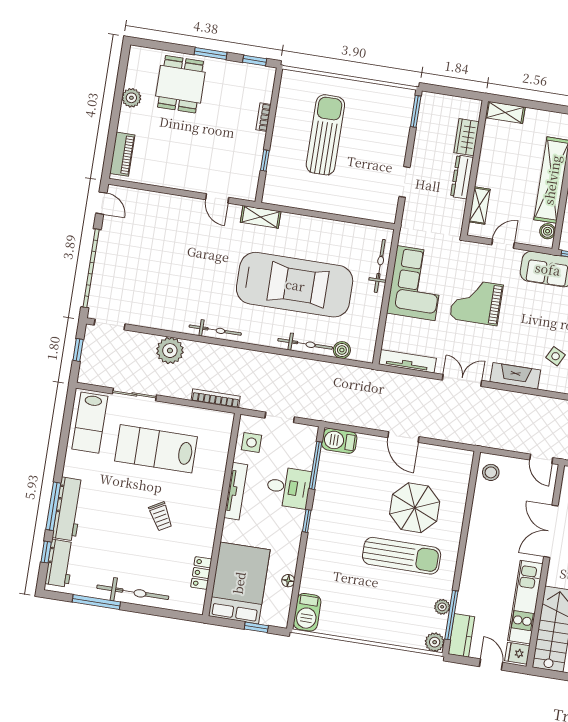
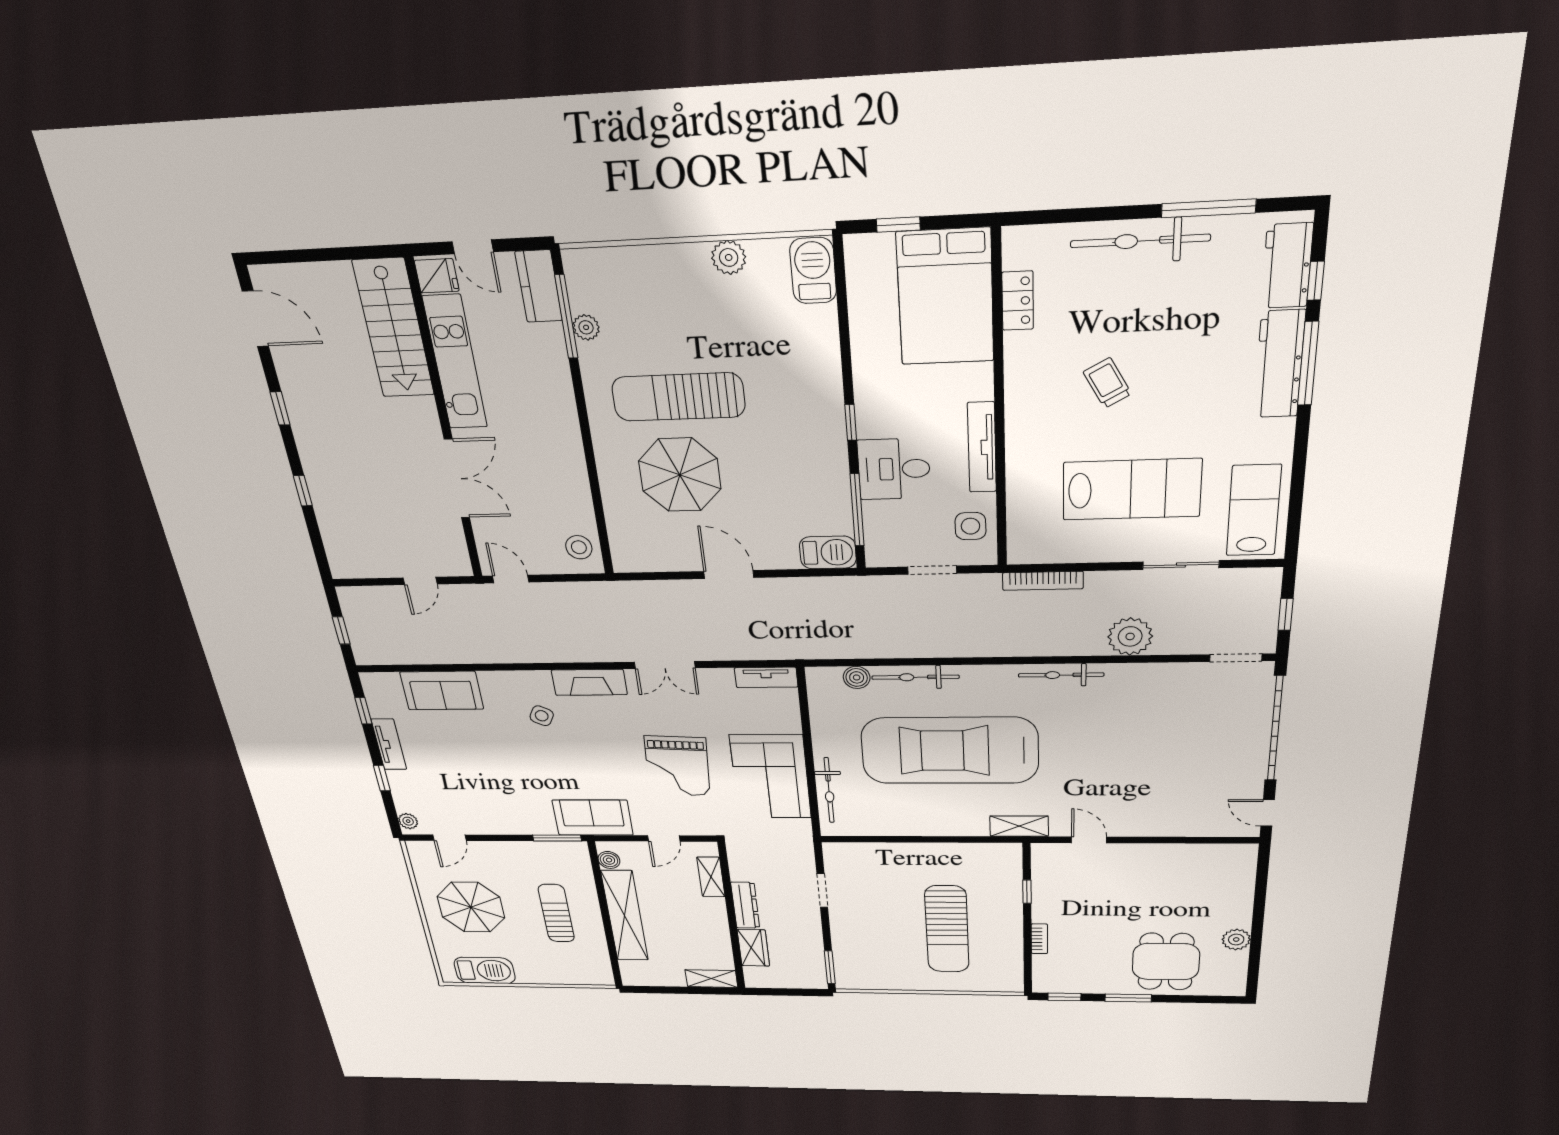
piano: (122, 154) -> (1242, 875), removed
grand piano: (476, 302) -> (677, 766), turned 93
tv unit: (407, 361) -> (766, 677), width x0.71
floor lamp: (288, 581) -> (859, 318), removed
plant: (435, 642) -> (729, 257), moved

